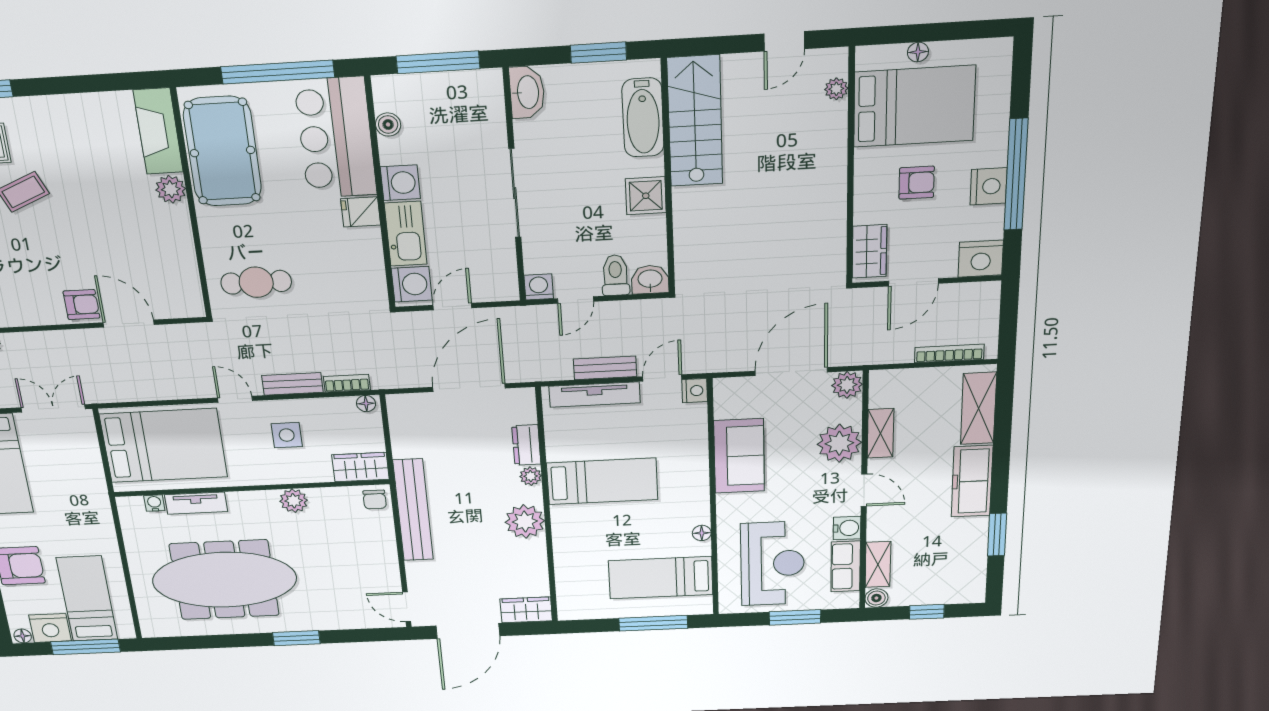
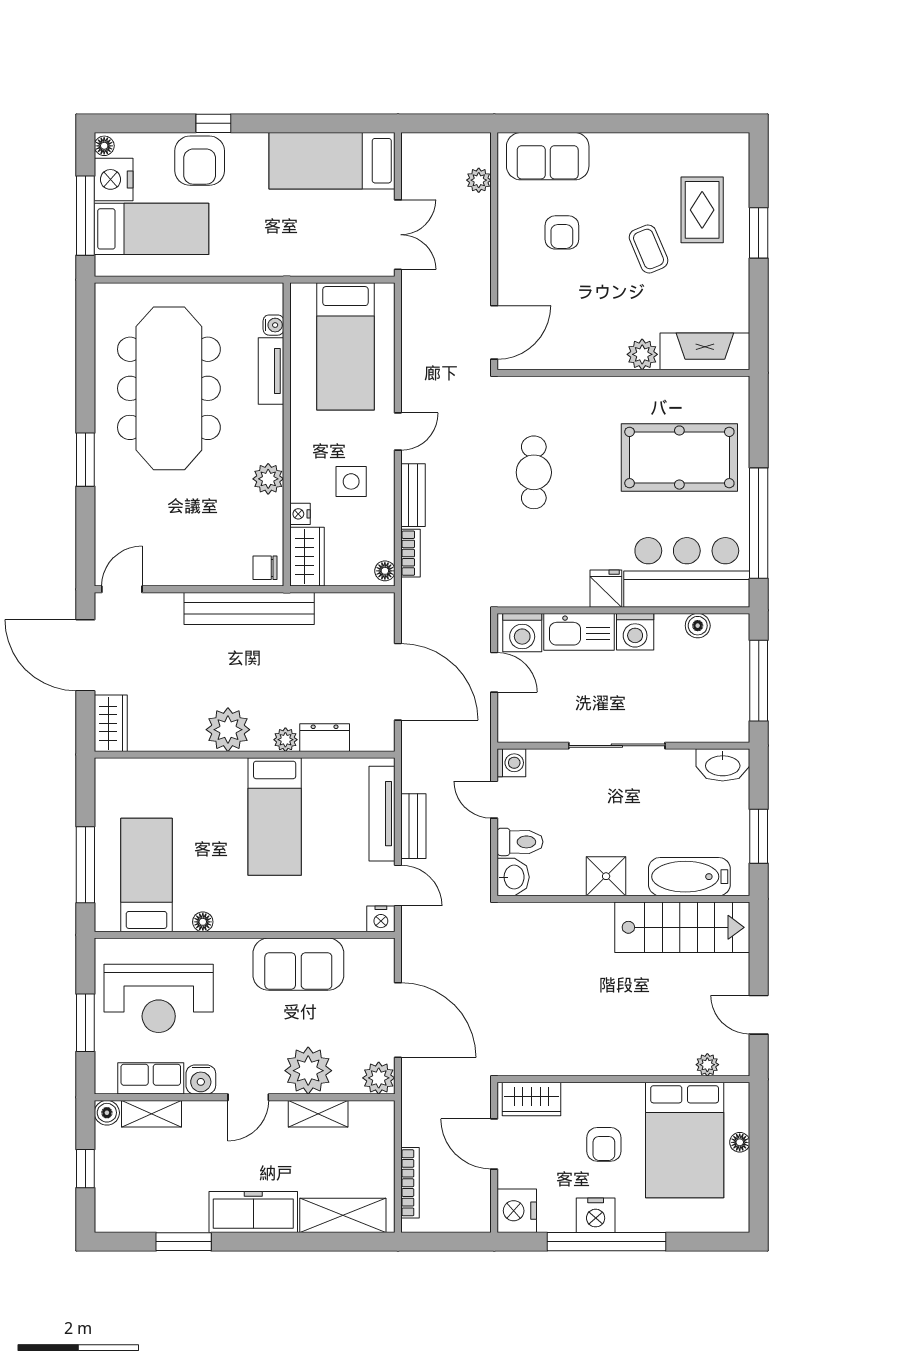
fireplace: (158, 131) -> (705, 351), moved
plant: (171, 189) -> (642, 354), moved
wall: (191, 205) -> (623, 373), moved
armchair: (82, 305) -> (562, 232), moved
bed: (164, 446) -> (345, 346), width x0.67
nightstand: (322, 474) -> (300, 514), added

